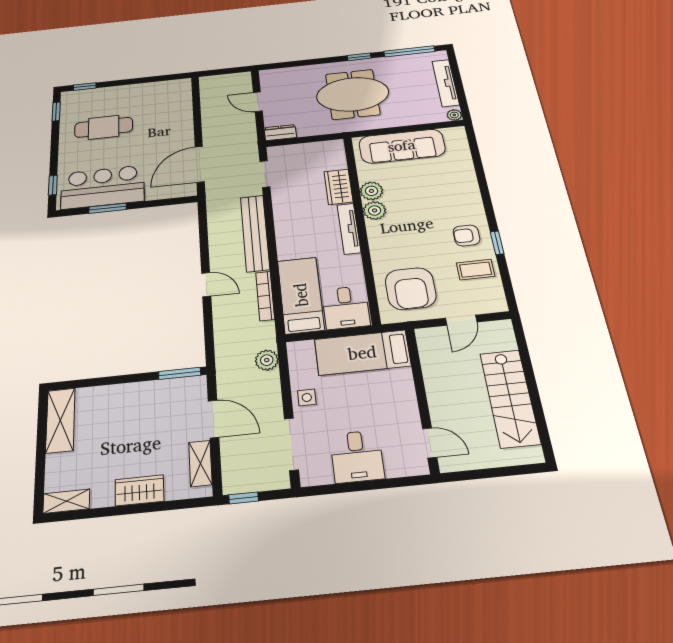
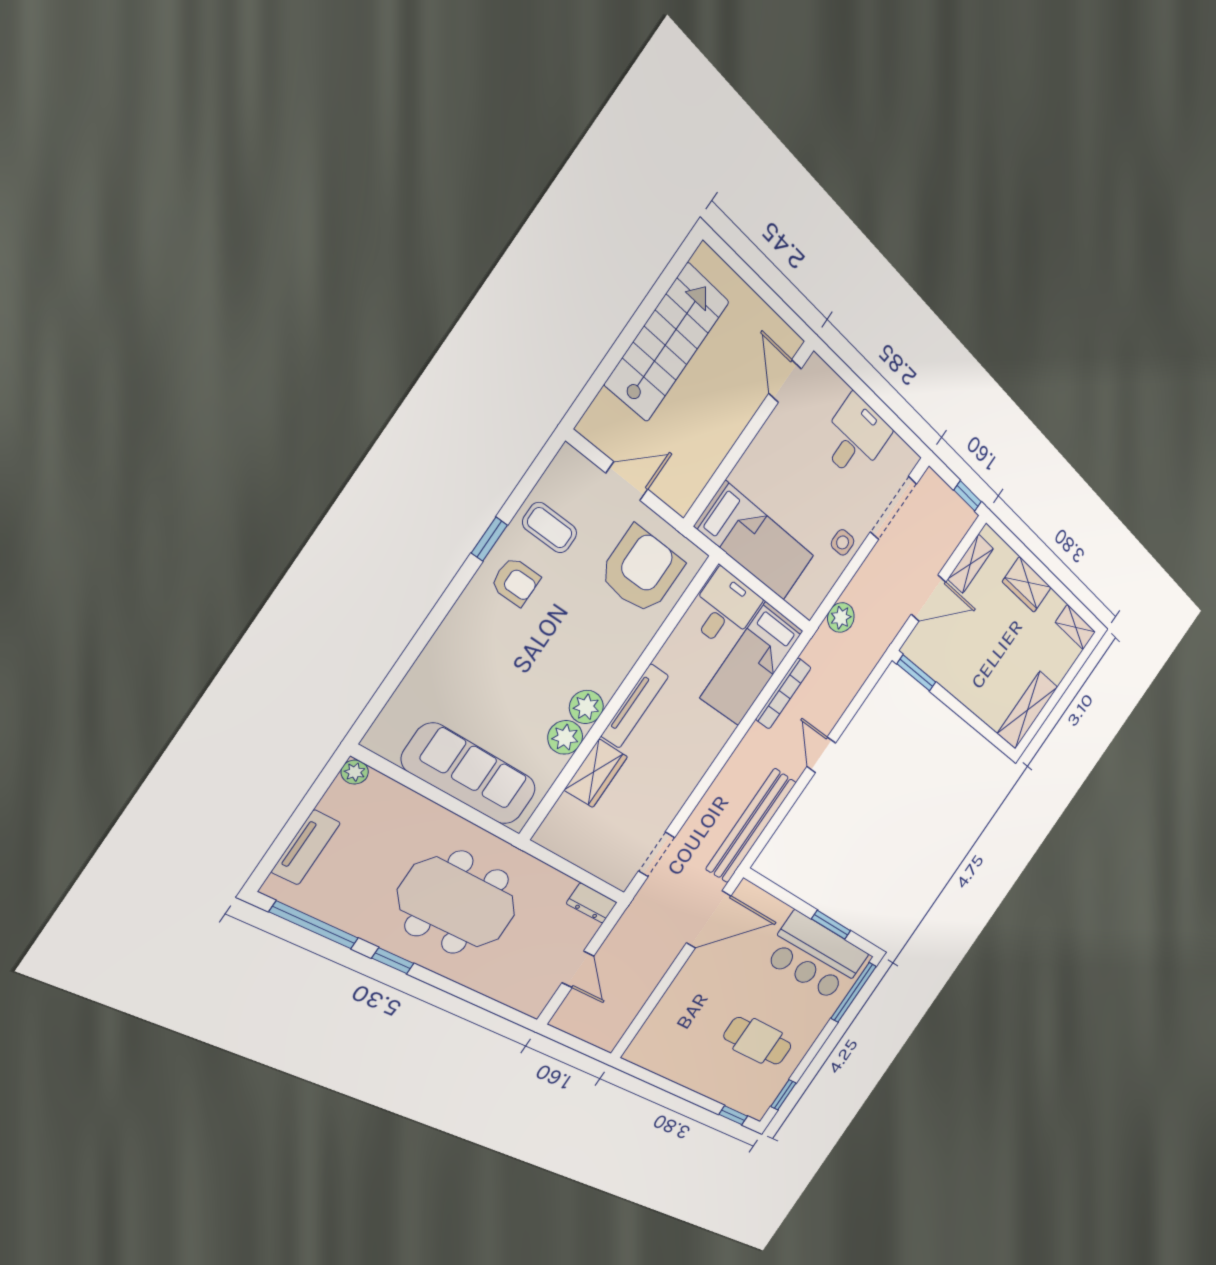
tv unit: (446, 83) -> (306, 847), width x0.71
window: (53, 185) -> (854, 992), width x2.17
bench: (255, 233) -> (751, 826), moved
door: (213, 419) -> (928, 598), swing flipped

